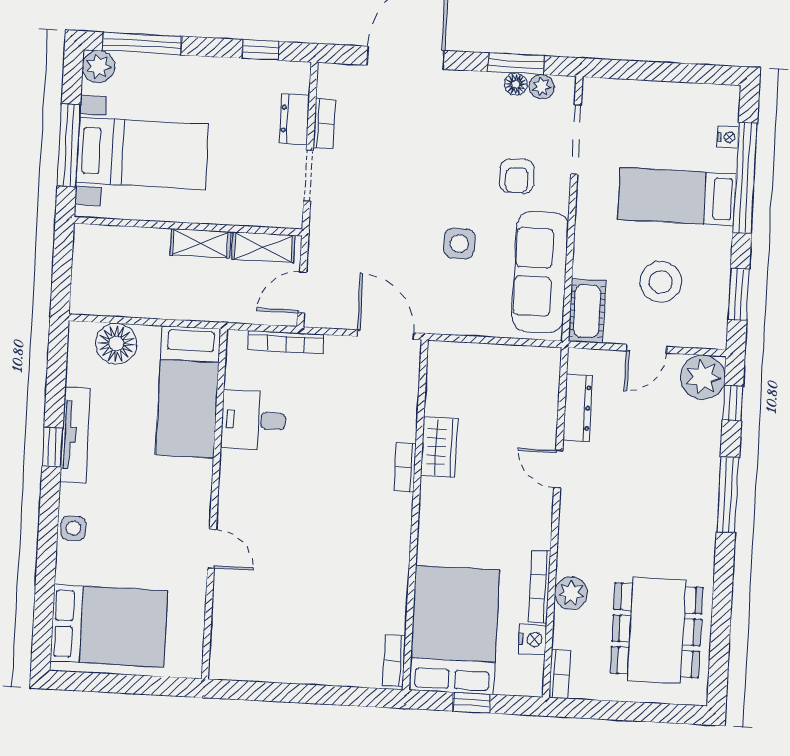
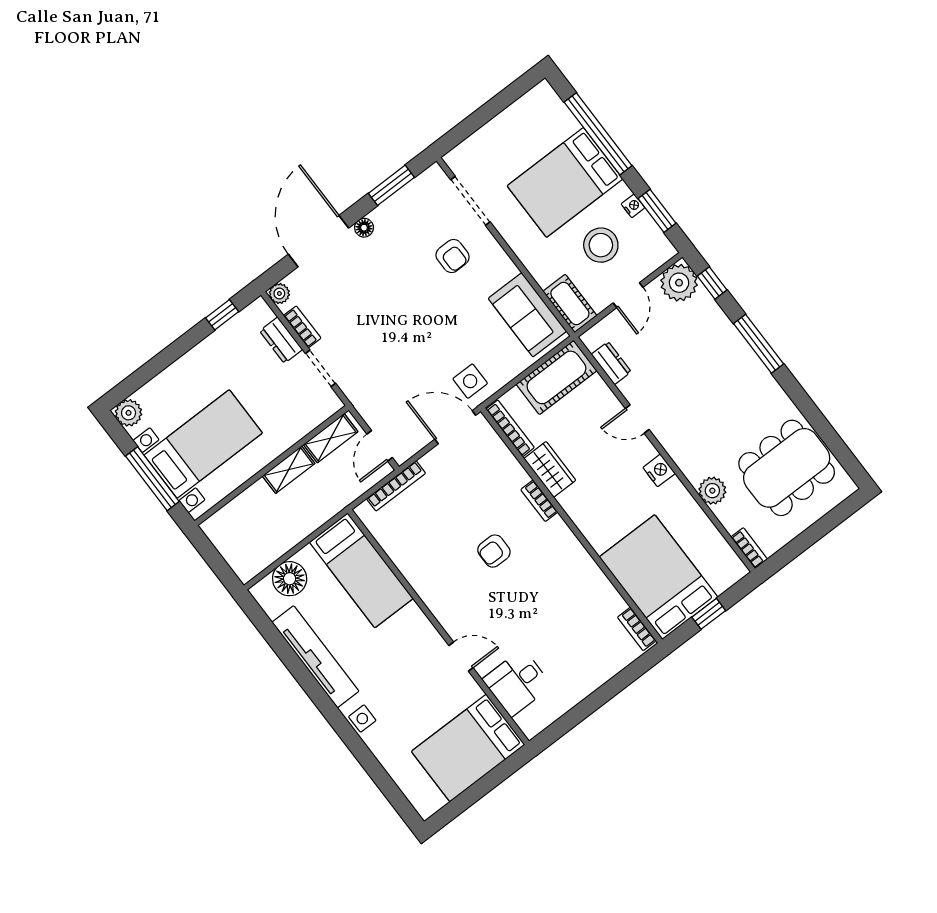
window: (142, 44) -> (144, 375), removed
floor lamp: (516, 84) -> (364, 228), moved
plant: (542, 87) -> (279, 294), moved
nightstand: (728, 137) -> (633, 206), moved
bed: (677, 197) -> (565, 182), width x1.50
side table: (459, 243) -> (470, 381), moved
sofa: (540, 272) -> (527, 315), width x0.73
cot: (517, 368) -> (556, 377), added
dresser: (578, 408) -> (611, 363), width x0.70
desk: (253, 420) -> (517, 683), moved
tv unit: (75, 435) -> (315, 657), width x1.36, depth x1.29
window: (52, 447) -> (305, 678), removed
armchair: (324, 478) -> (494, 551), added
bookcase: (540, 587) -> (510, 428), moved, turned 180
bed: (109, 626) -> (468, 748), moved, turned 180
dining table: (657, 630) -> (787, 468), turned 90
nightstand: (532, 640) -> (659, 470), moved

